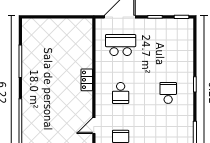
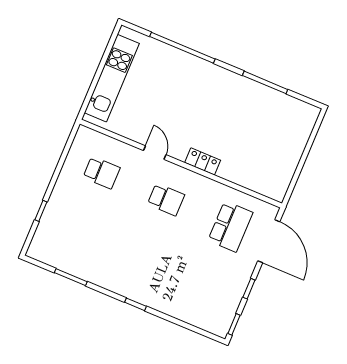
school desk: (121, 93) -> (166, 200), turned 180
school desk: (168, 93) -> (139, 264), removed
door: (94, 126) -> (155, 153), moved

